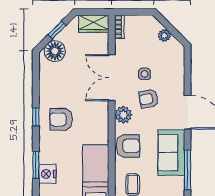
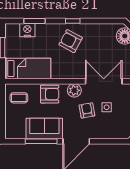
armchair: (61, 119) -> (71, 41), turned -62
armchair: (128, 146) -> (50, 94), turned -90
window: (188, 170) -> (41, 141), moved

